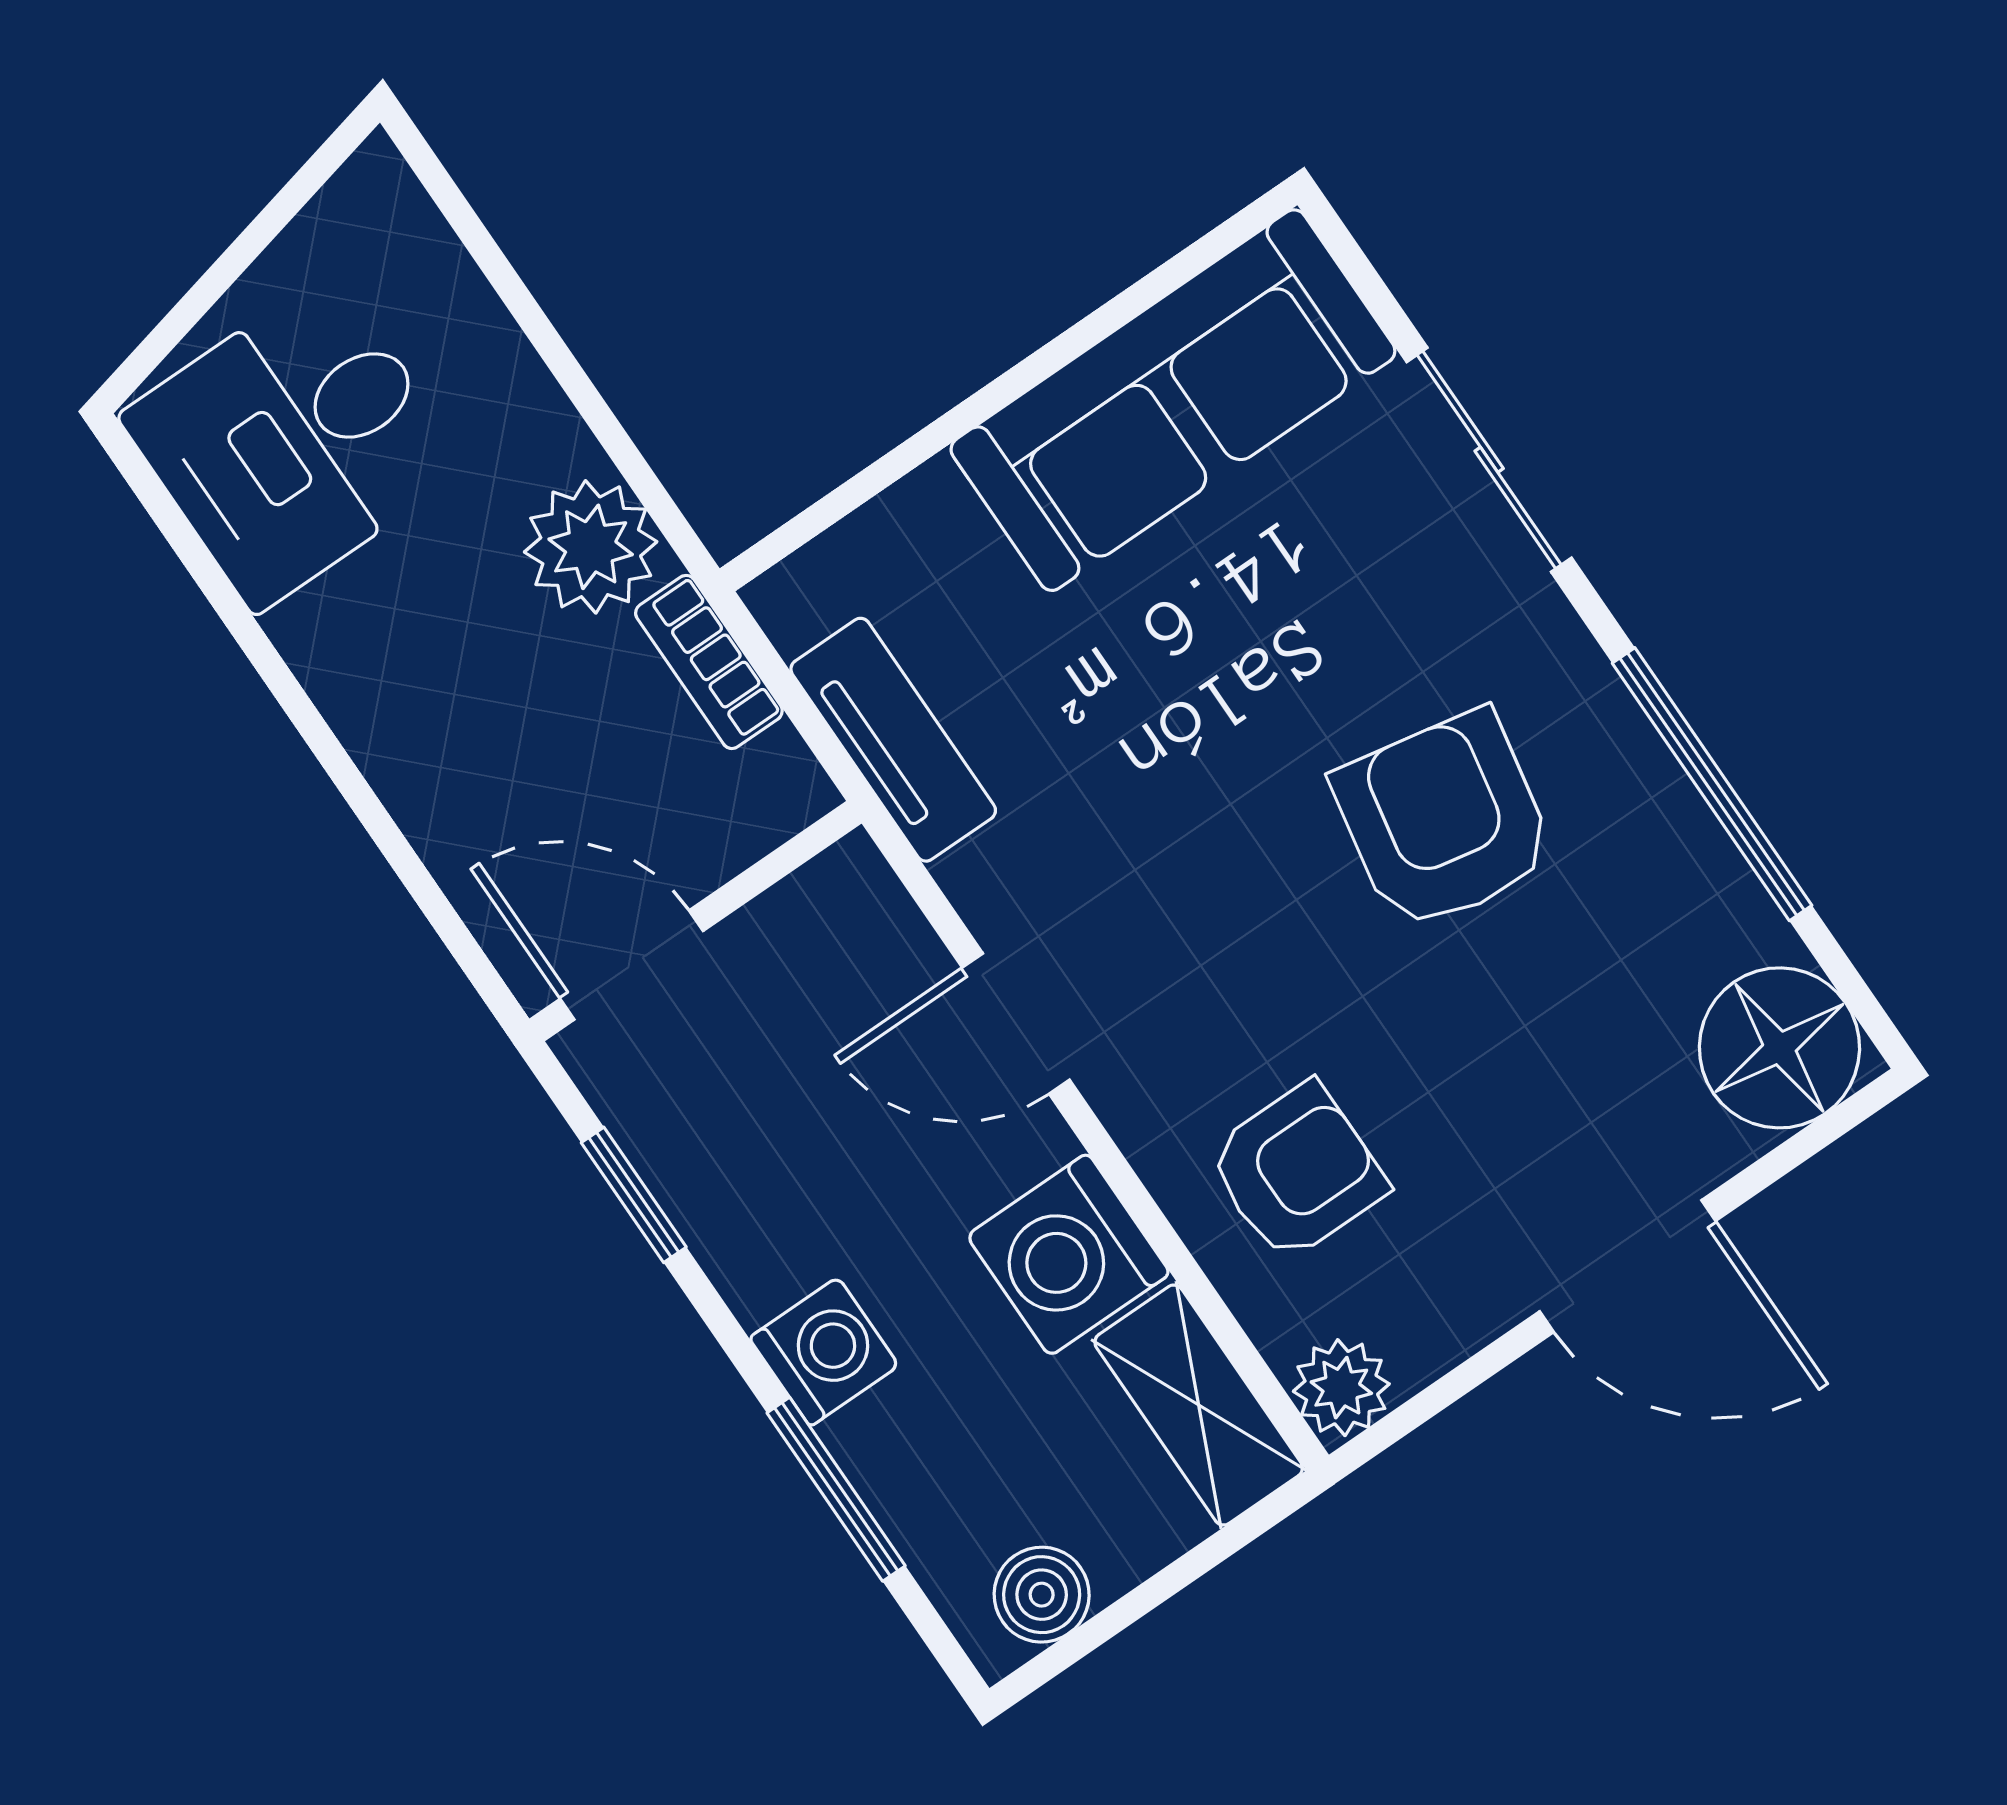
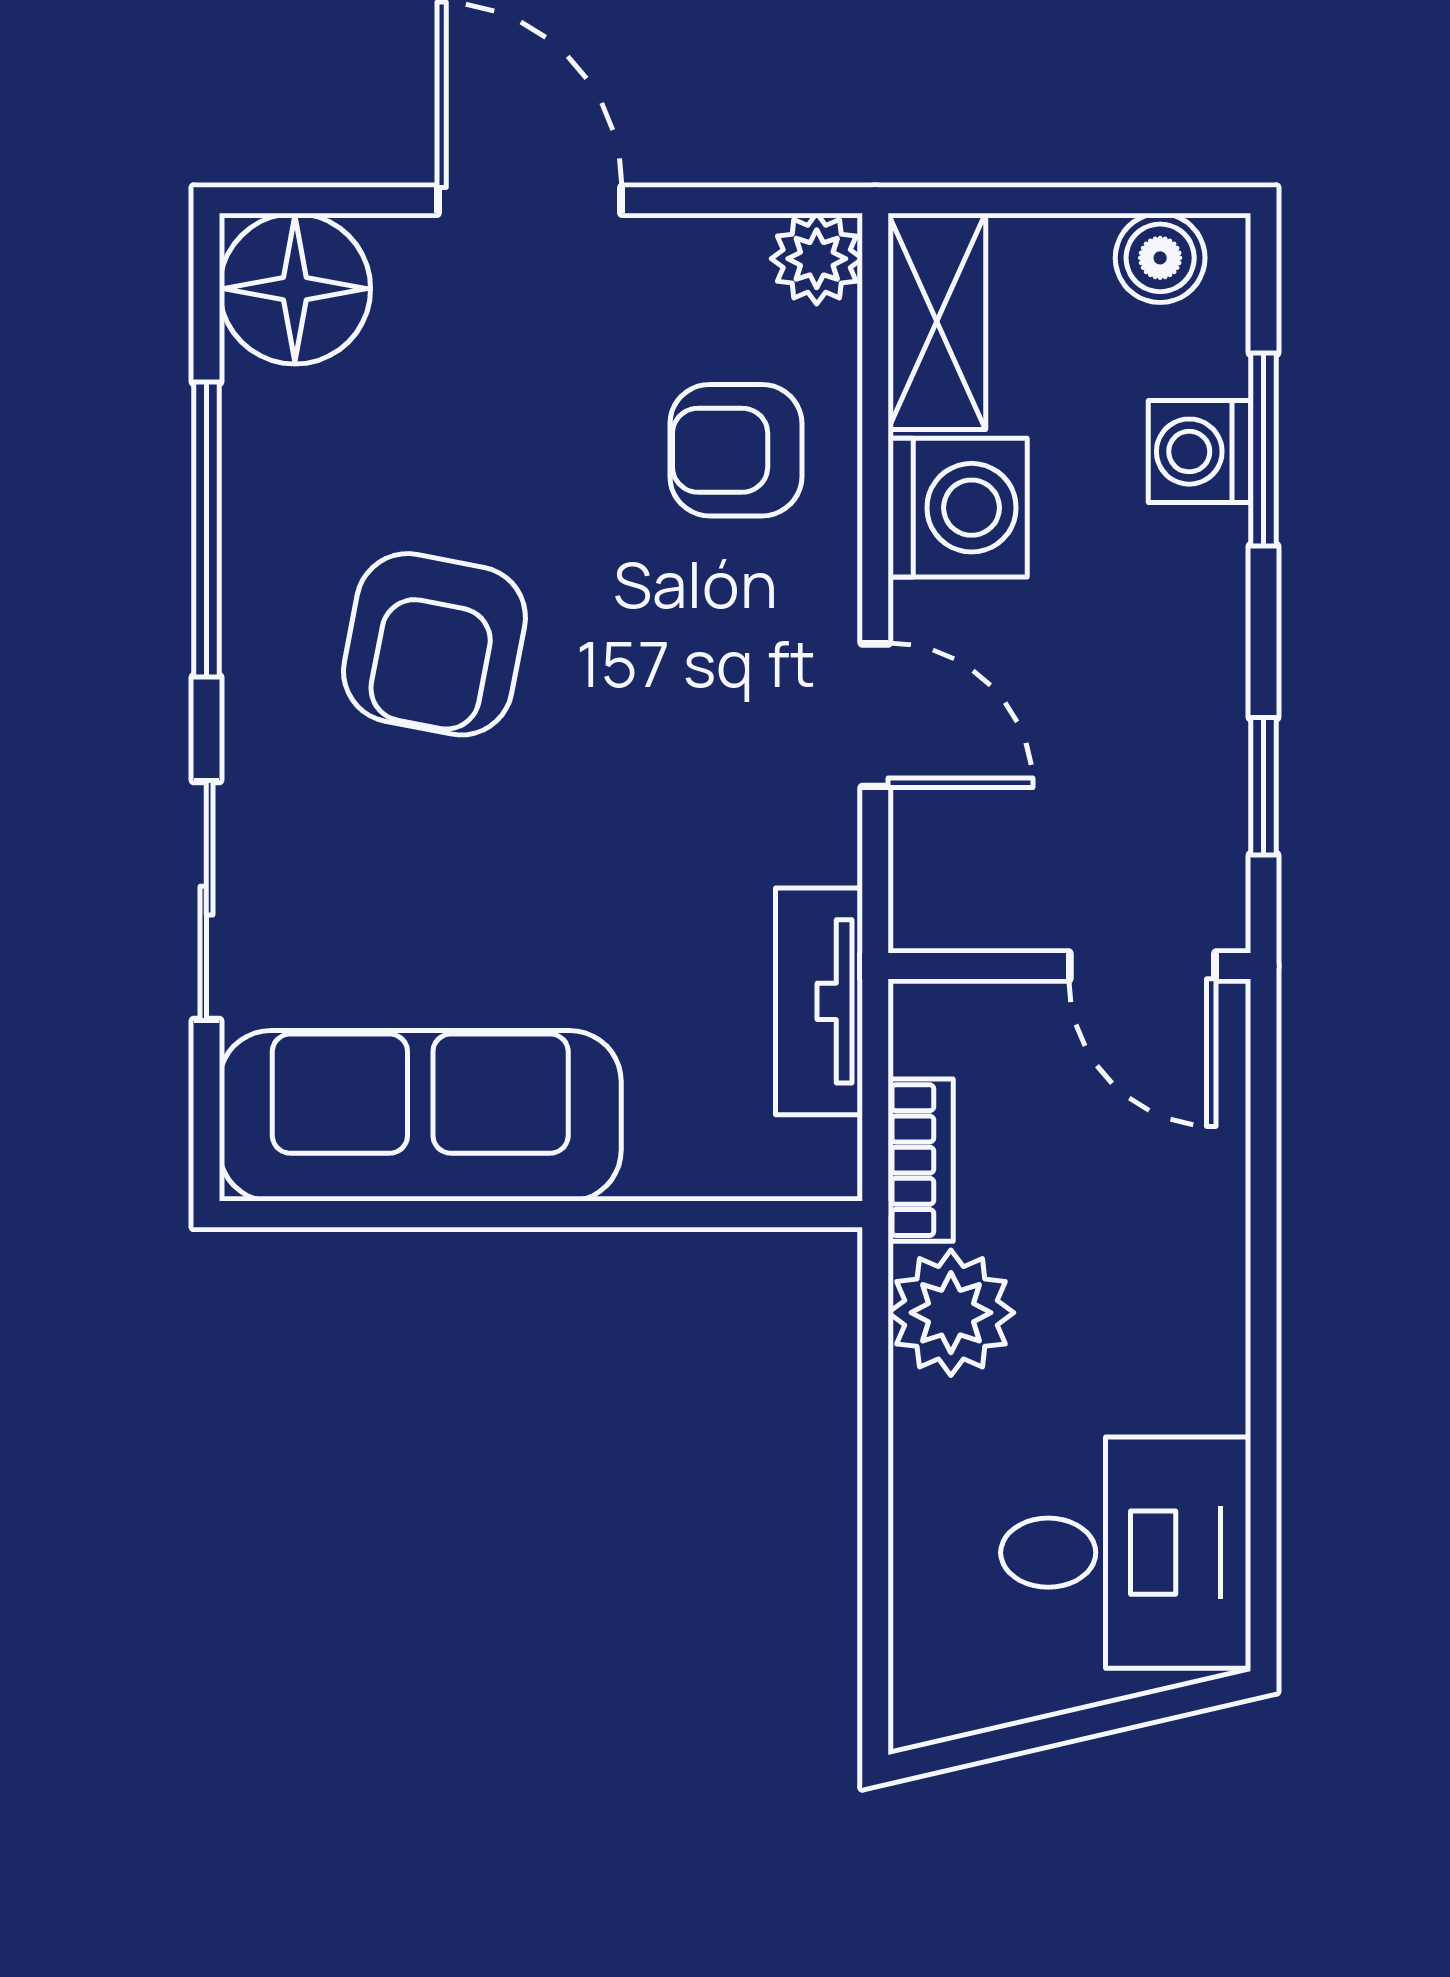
washing machine: (824, 1352) -> (1199, 452), moved

